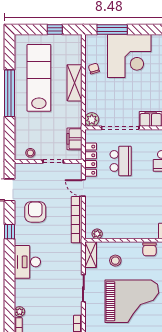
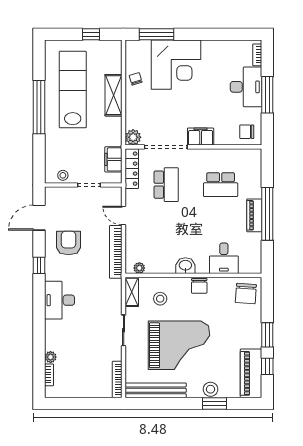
locker: (91, 160) -> (132, 169), moved
washbasin: (137, 232) -> (185, 266), added

